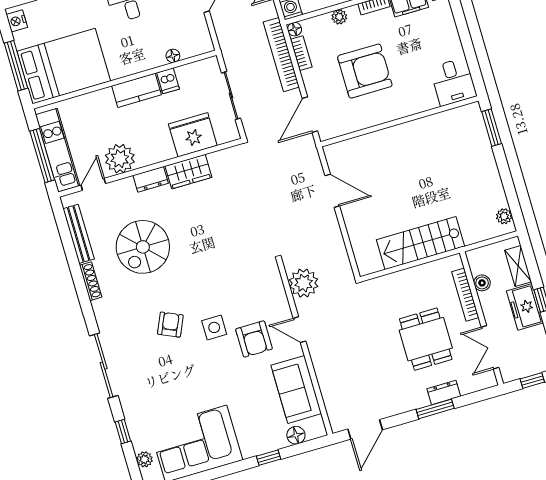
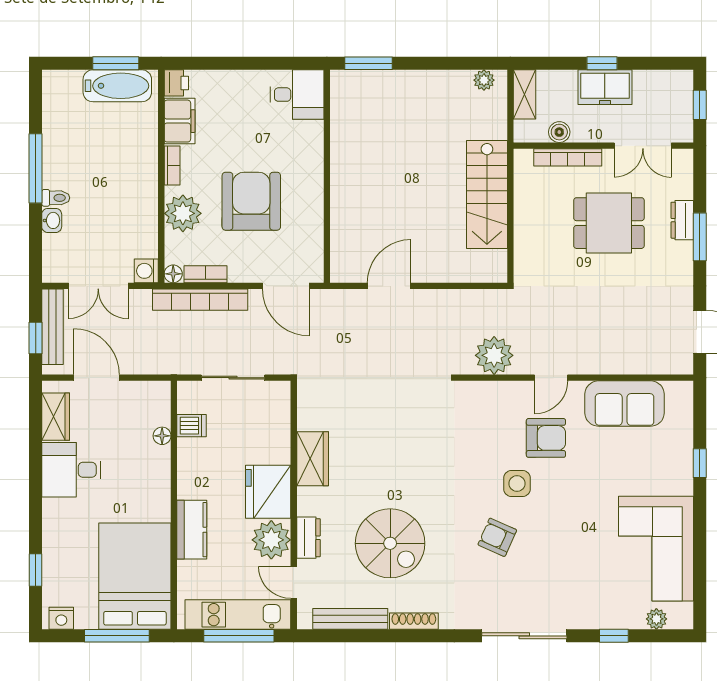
plant: (339, 17) -> (183, 213), width x1.88, depth x1.88
dishwasher: (168, 81) -> (192, 426), moved
kitchen counter: (136, 90) -> (192, 530), moved
fridge: (193, 135) -> (268, 492), moved
dresser: (151, 179) -> (308, 538), moved
shelving: (518, 266) -> (525, 94), moved, turned 90
floor lamp: (296, 435) -> (682, 421), removed

